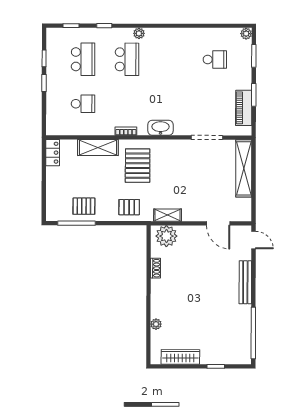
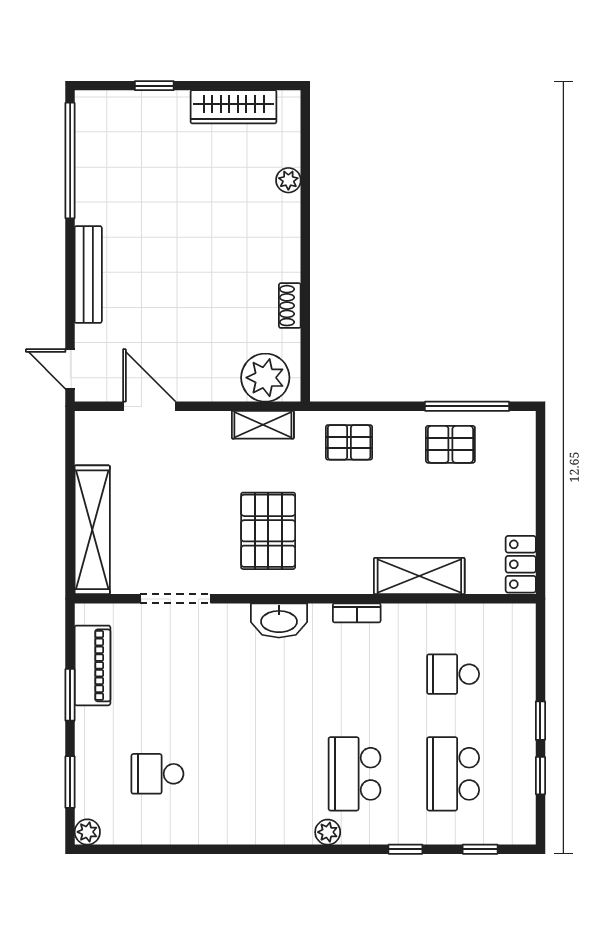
pallet: (138, 166) -> (268, 531), moved

